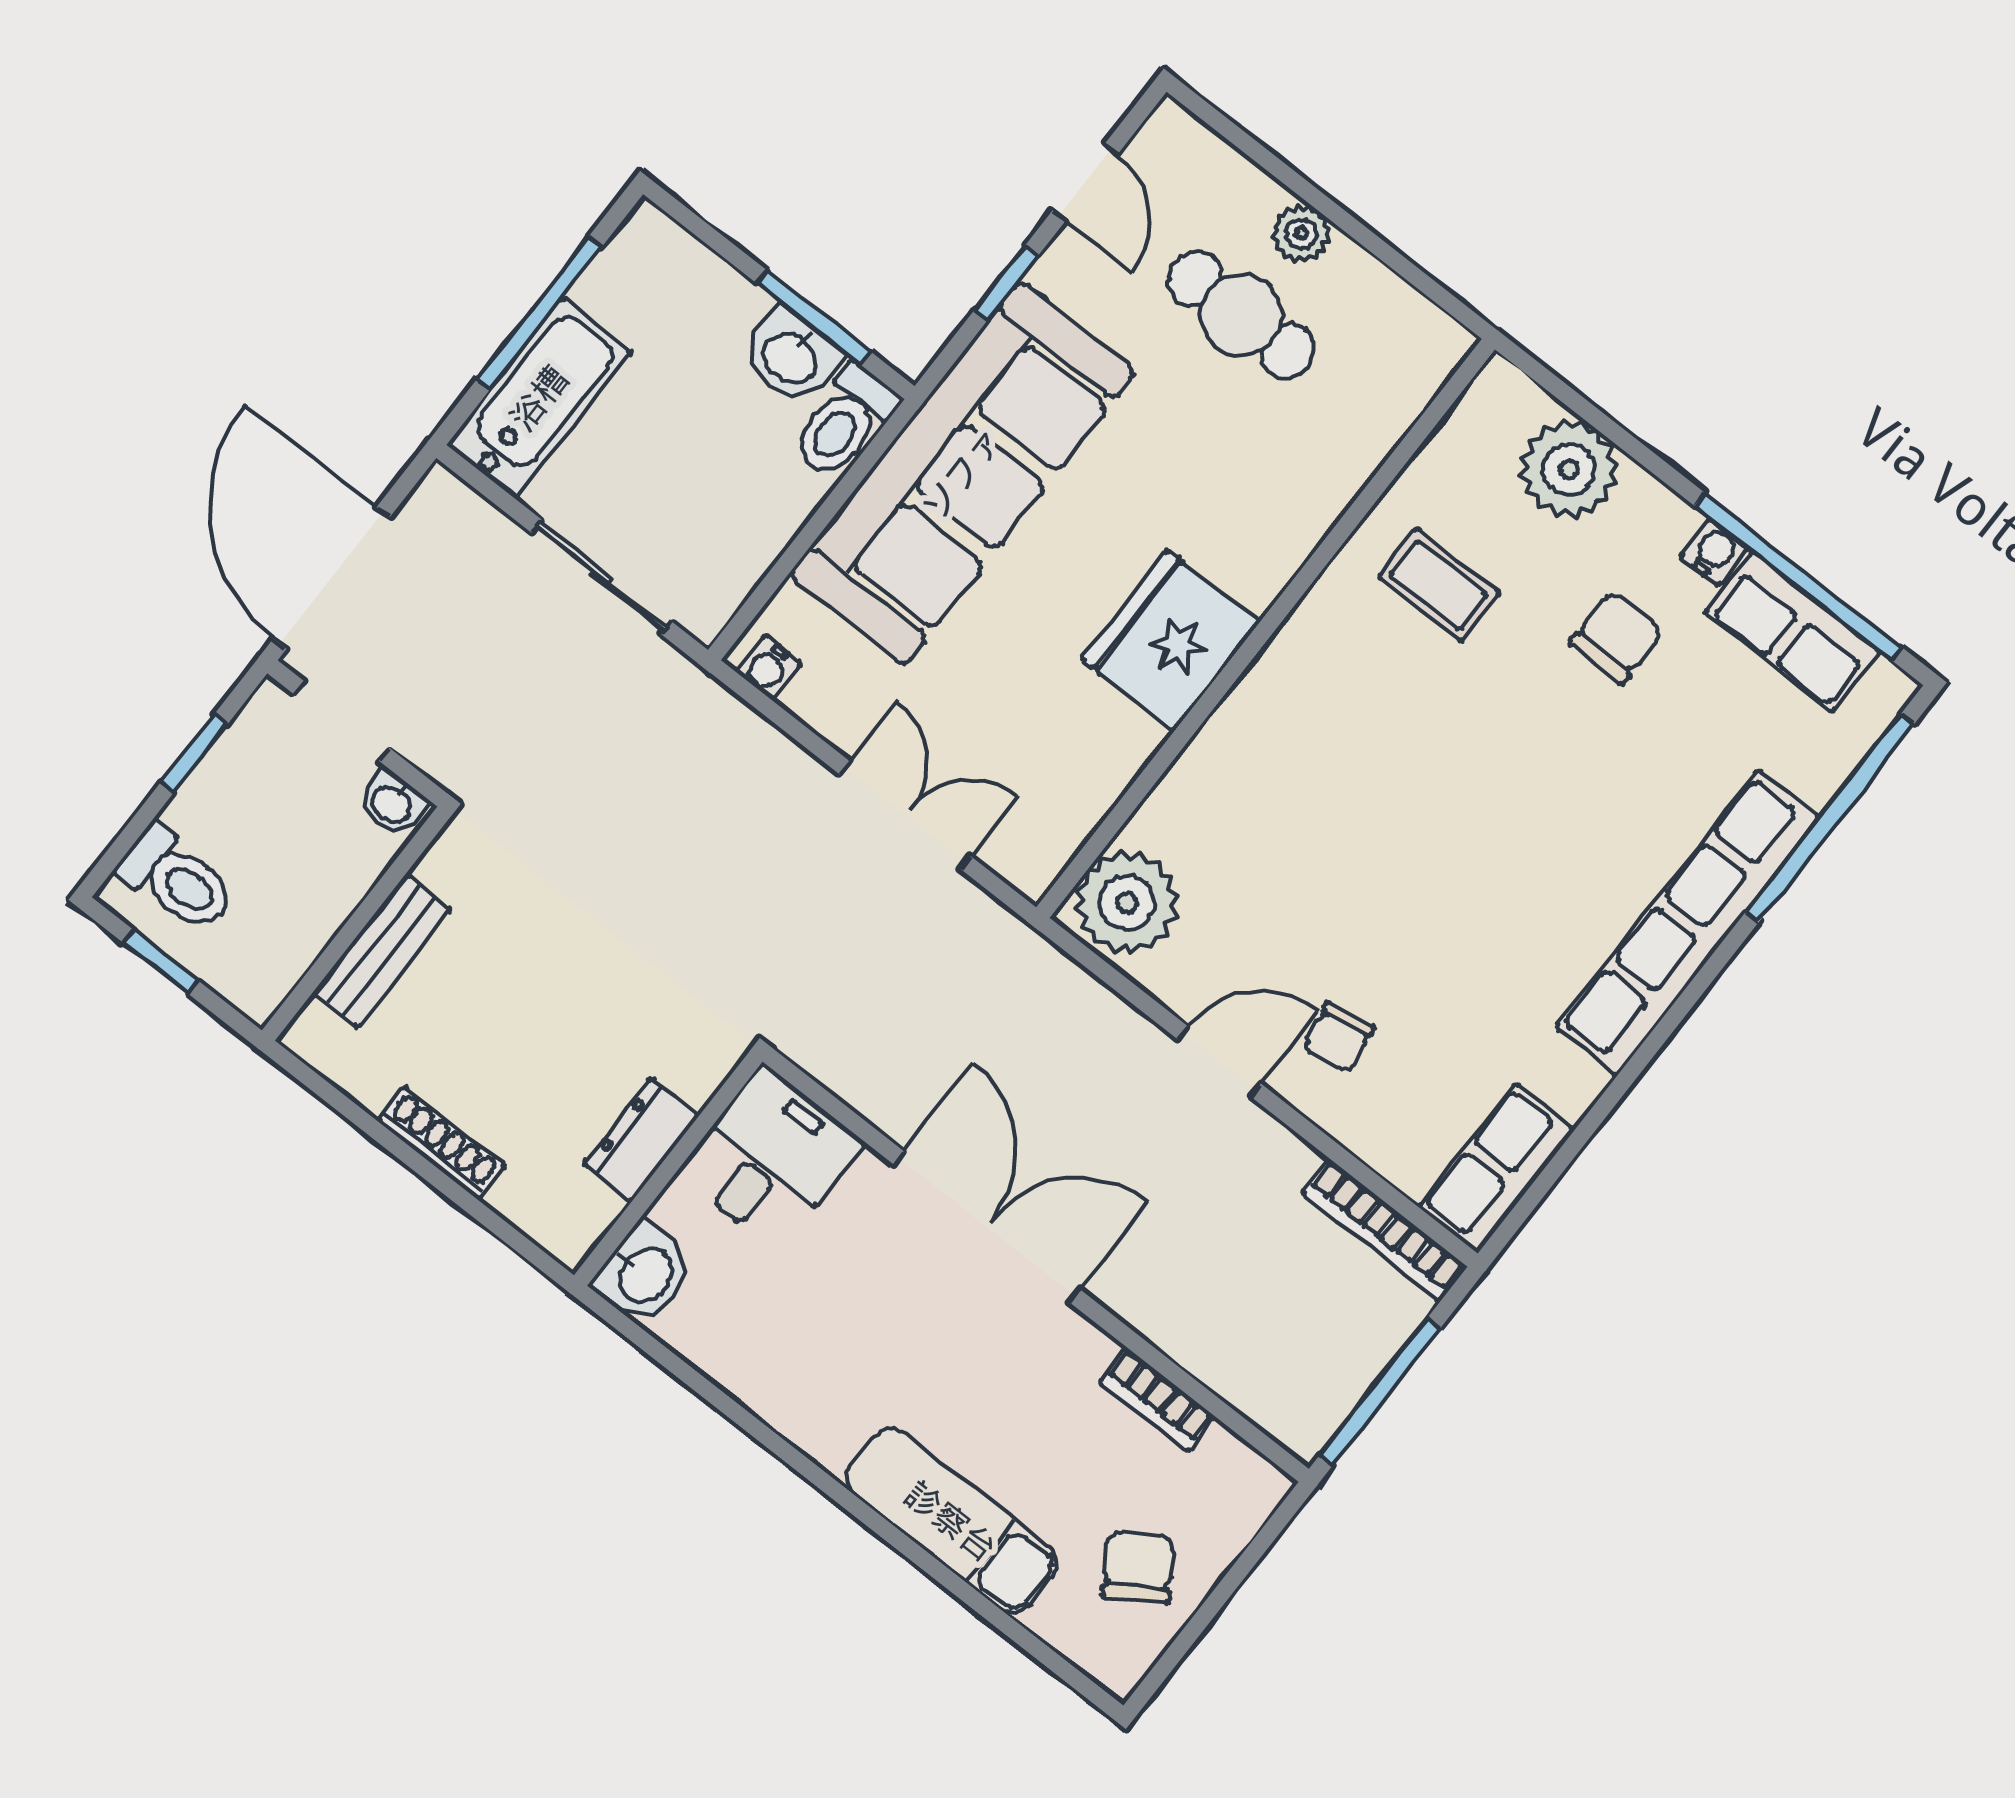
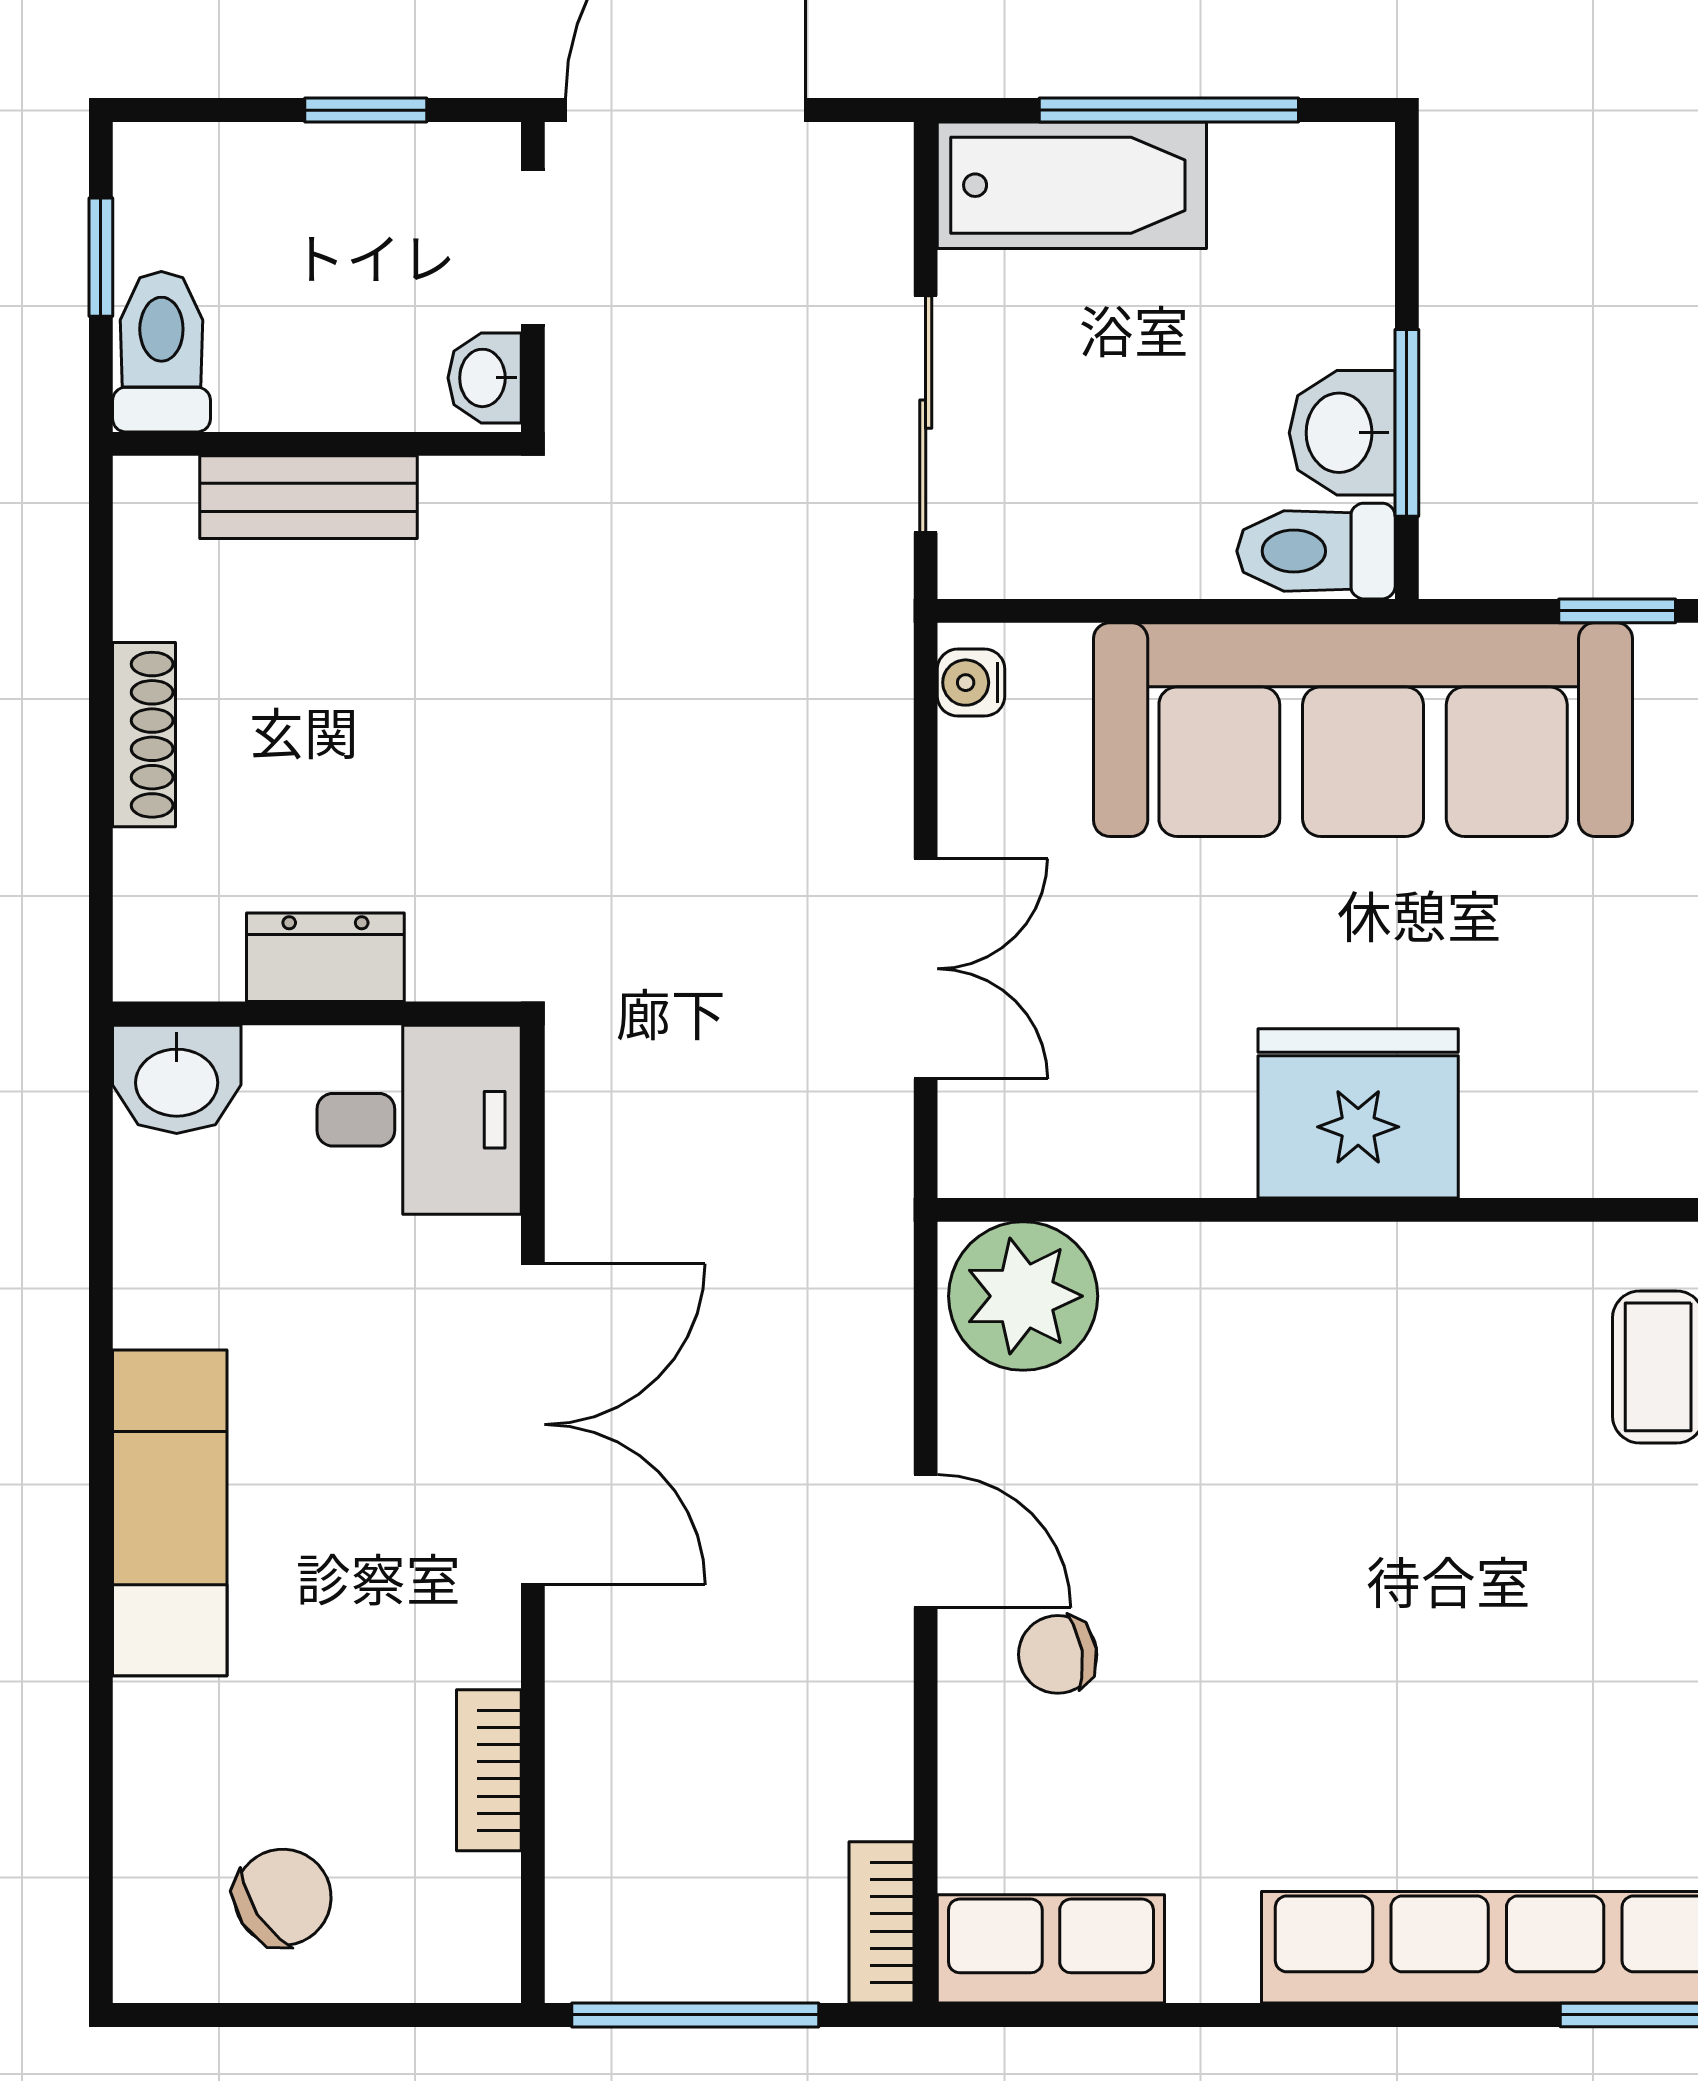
toilet: (177, 879) -> (161, 352), moved, turned 180
bookcase: (1384, 1230) -> (882, 1922), width x0.64
exam couch: (951, 1521) -> (170, 1513), moved

